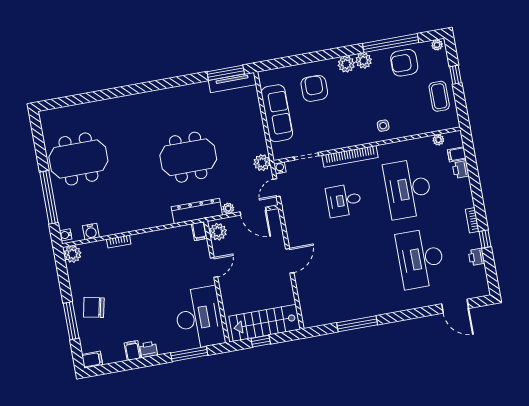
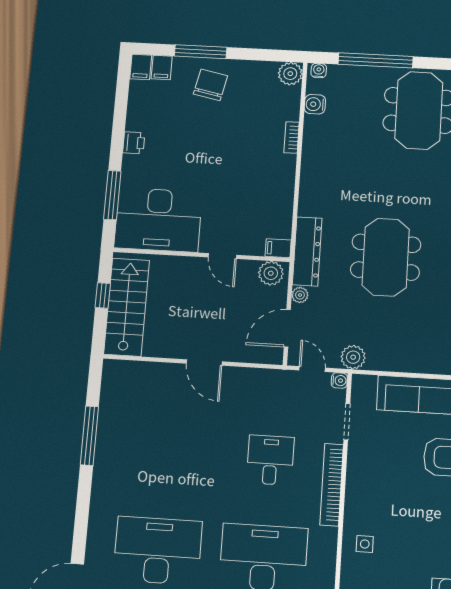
filing cabinet: (132, 350) -> (162, 67), moved, turned 90

